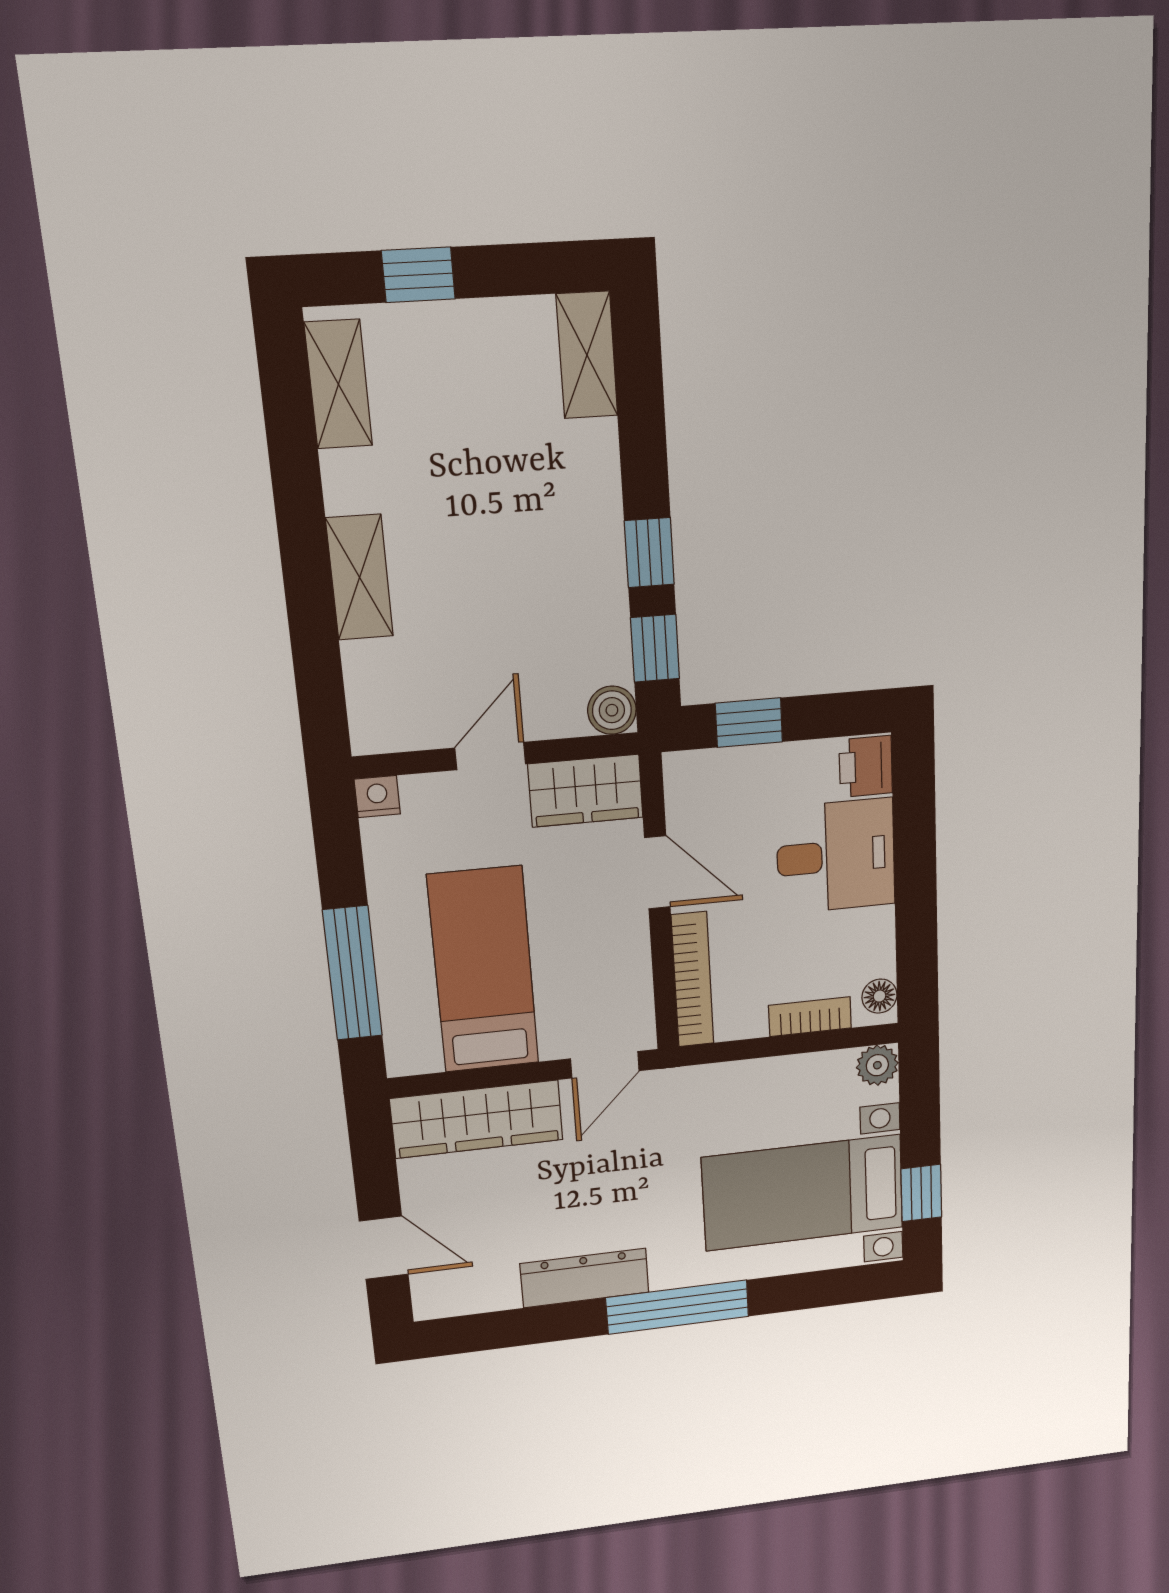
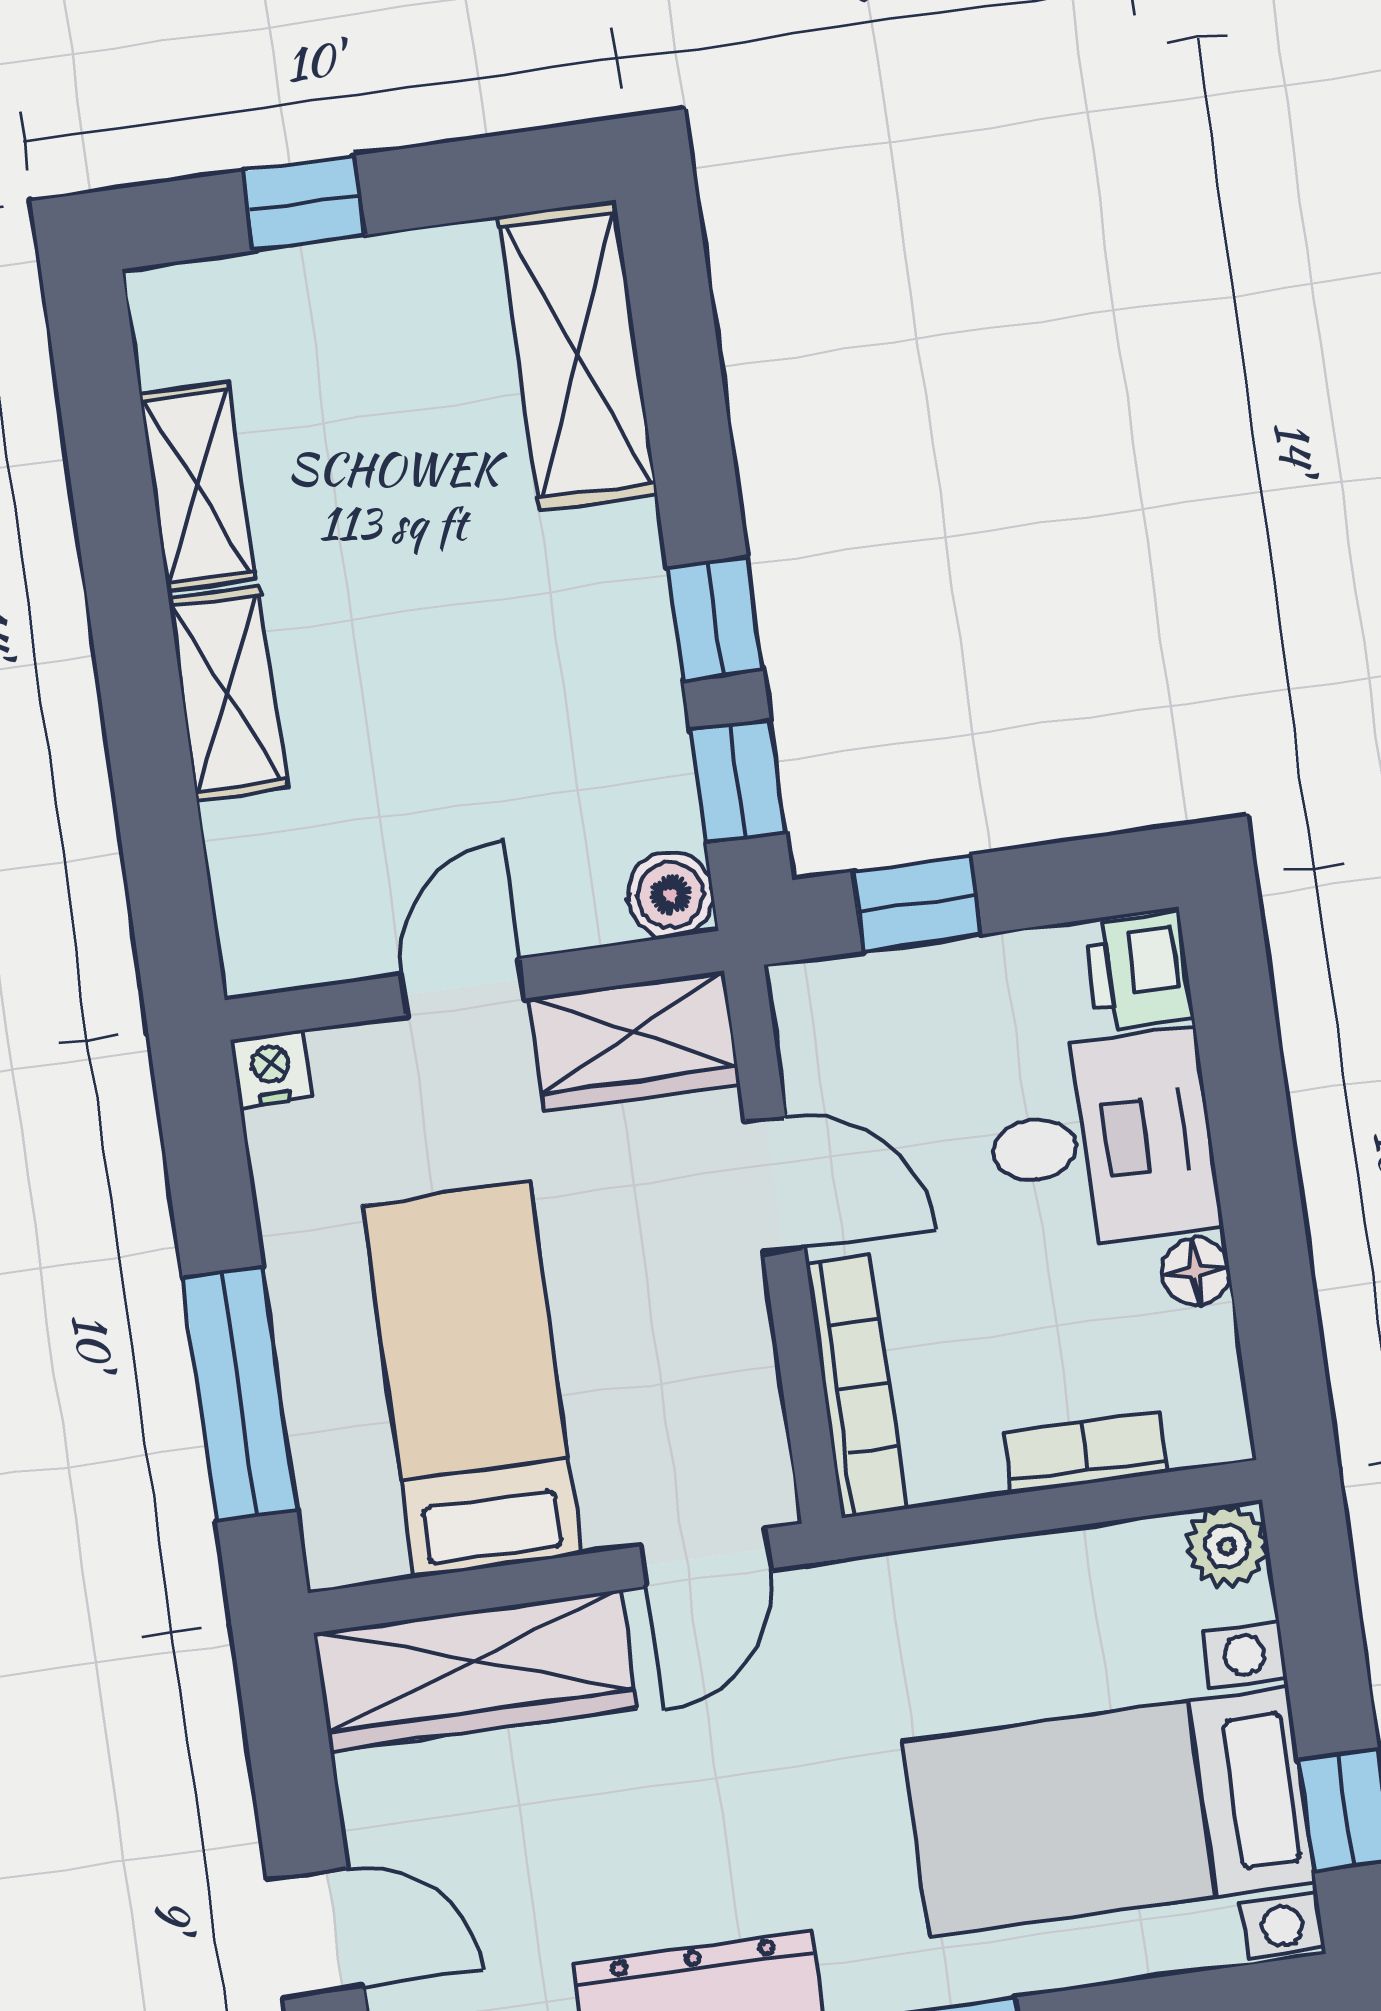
shelving: (587, 355) -> (578, 355), width x1.50, depth x1.33
shelving: (338, 384) -> (197, 486), moved
floor lamp: (879, 996) -> (1196, 1272), moved

